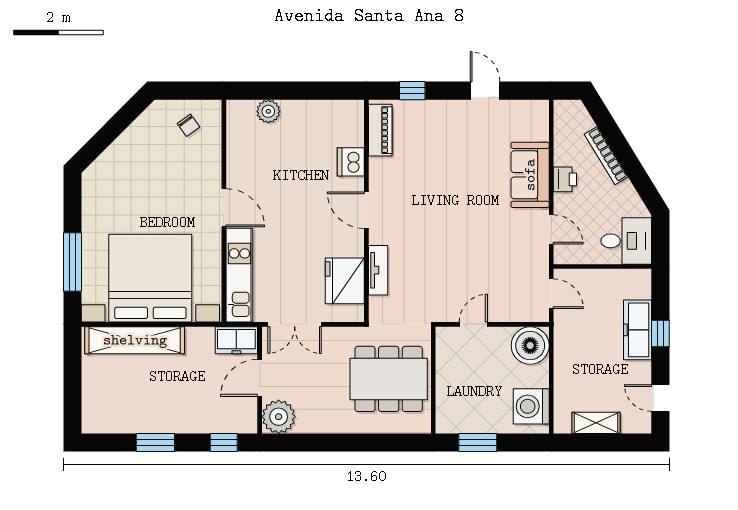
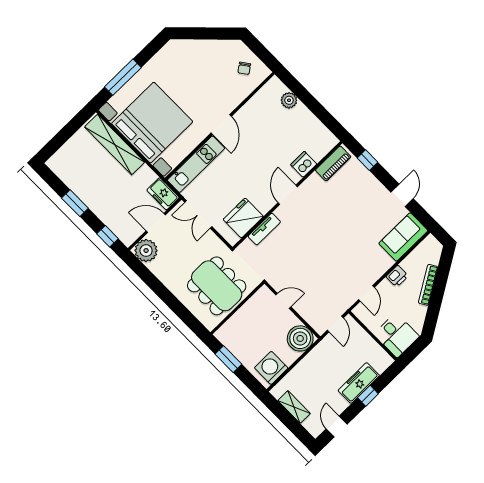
sofa: (530, 175) -> (403, 237), moved

